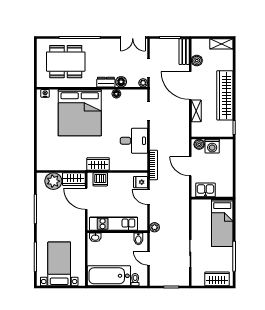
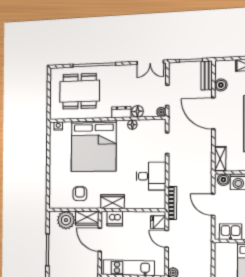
shelving: (196, 111) -> (220, 159), moved
armchair: (67, 157) -> (80, 194), added

